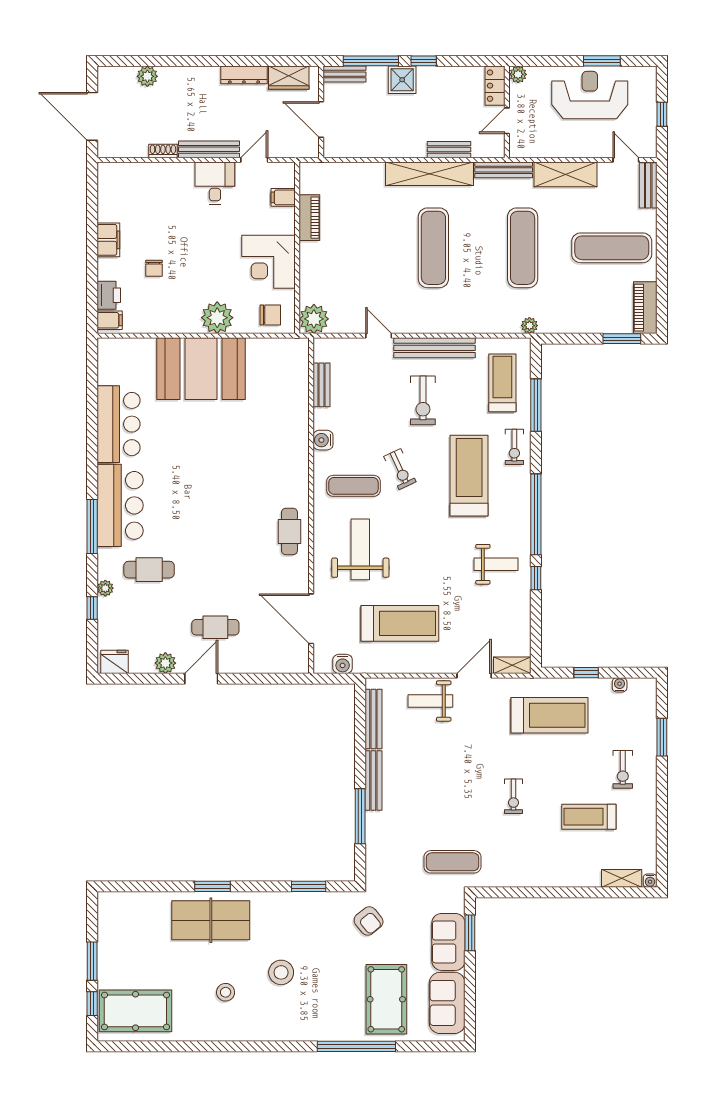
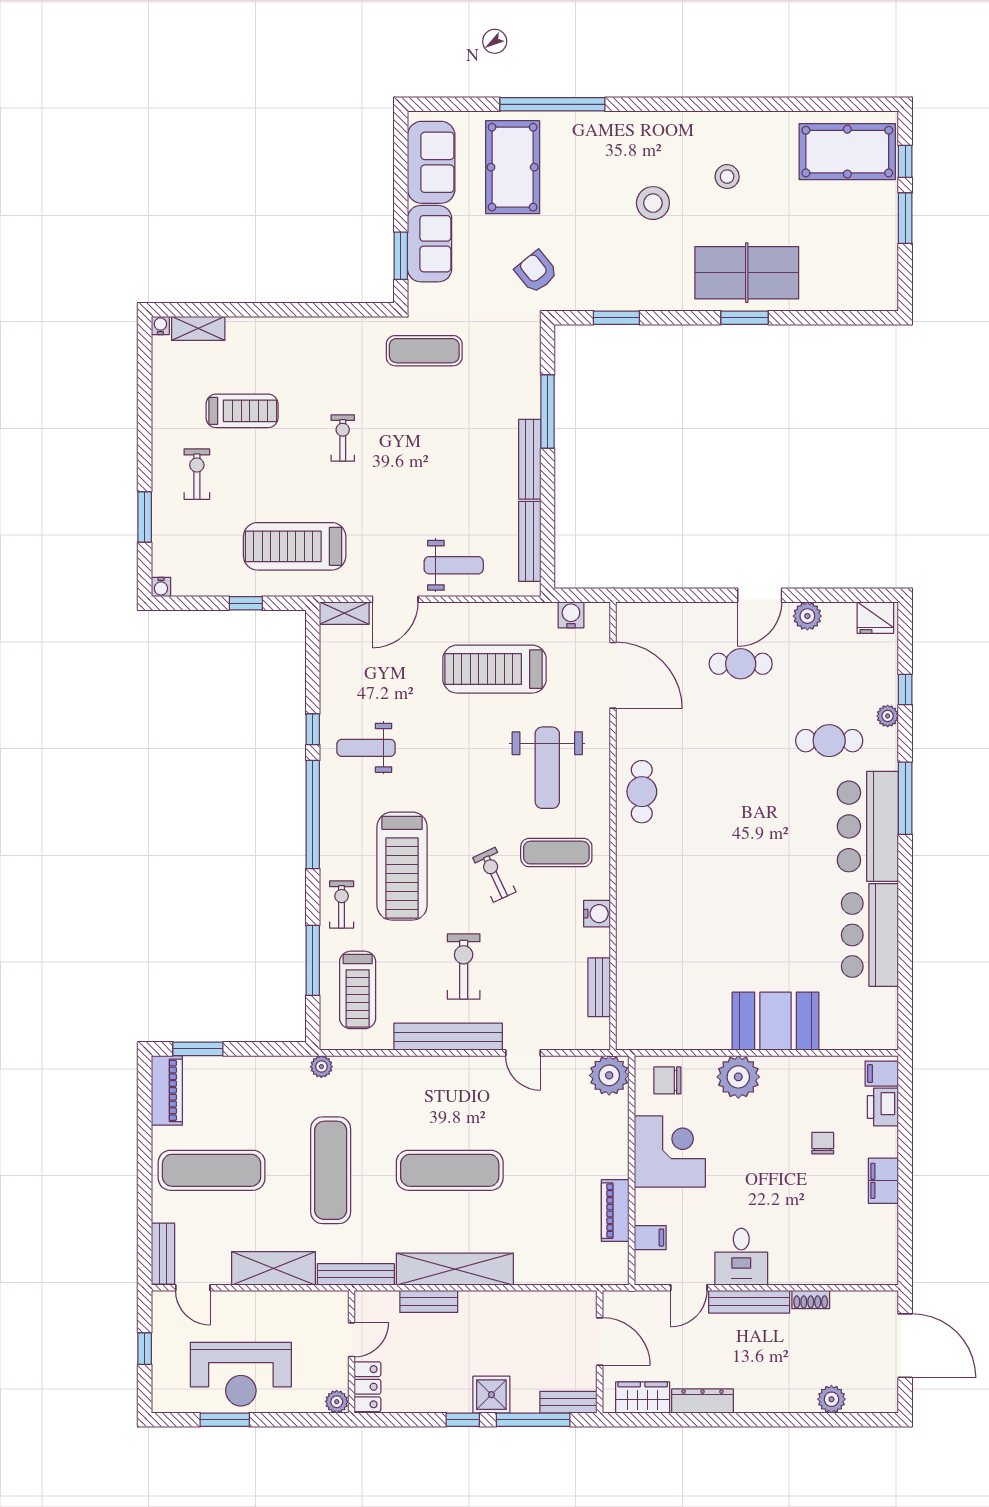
exercise mat: (433, 248) -> (450, 1170), turned 90
booth: (201, 369) -> (776, 1021), width x0.73, depth x0.70
water cooler: (620, 685) -> (161, 587), moved

